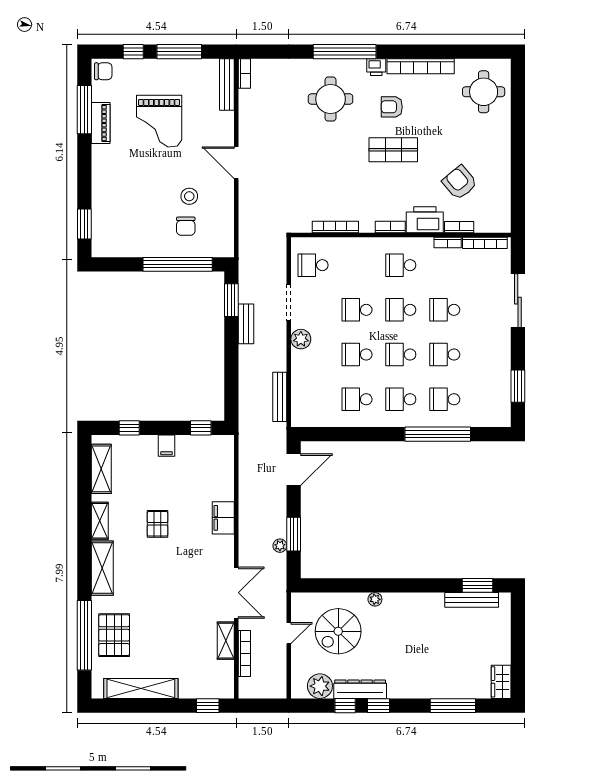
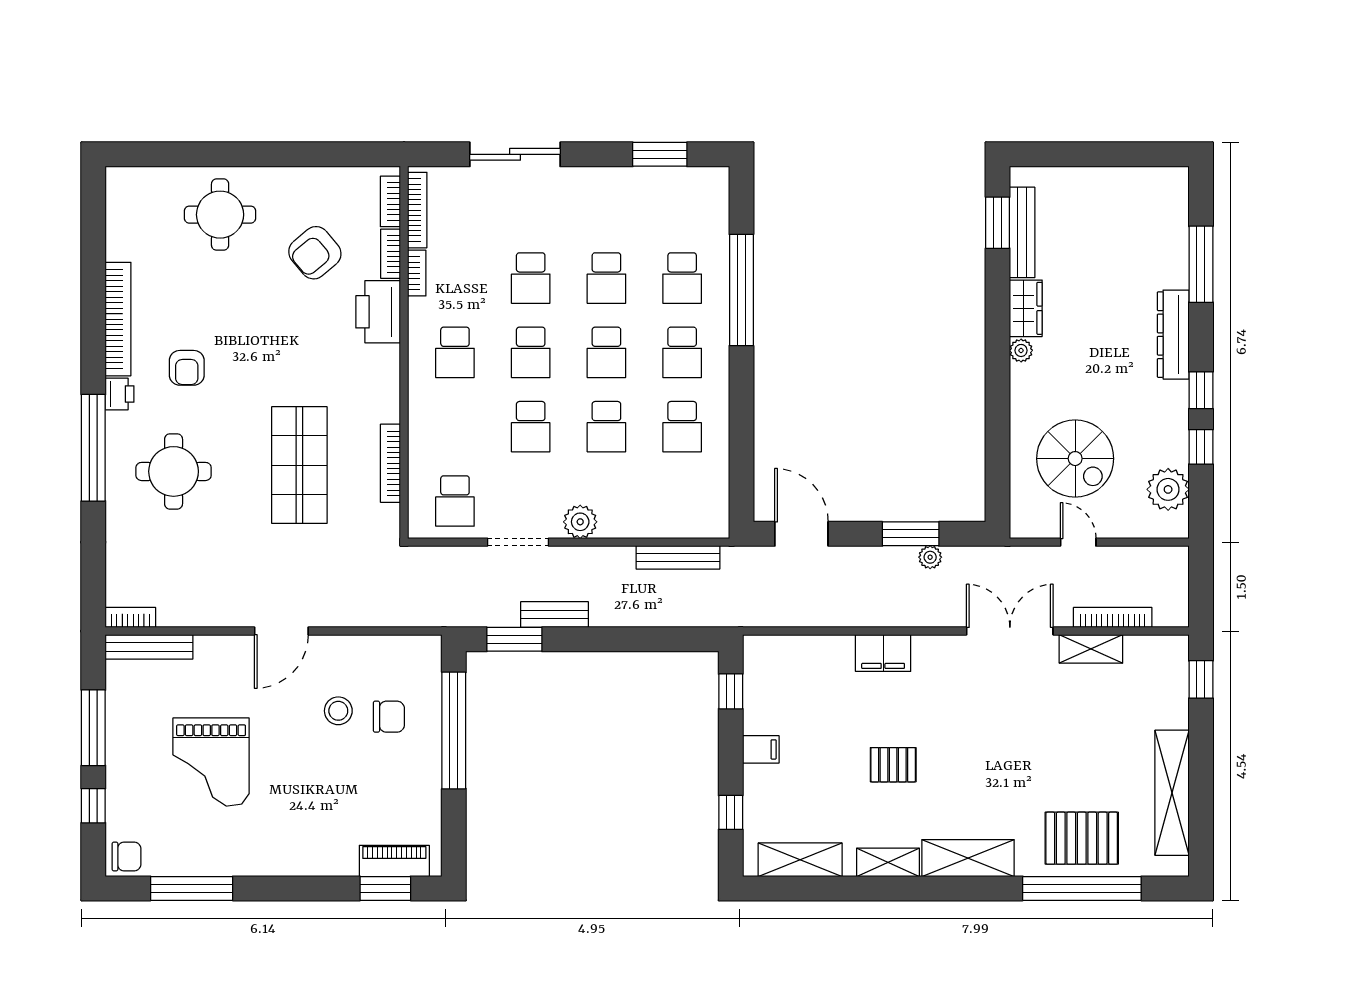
chair: (103, 71) -> (127, 856), turned 90
round table: (484, 92) -> (220, 215), moved
grand piano: (159, 121) -> (211, 762), turned 90
piano: (101, 123) -> (394, 861), moved
shop shelf: (393, 150) -> (299, 465), moved, width x1.43, depth x1.36
bookcase: (390, 227) -> (390, 201), moved
plant: (375, 599) -> (1021, 350), moved
wardrobe: (501, 682) -> (1026, 308), moved, turned -90
dresser: (360, 689) -> (1173, 335), moved

